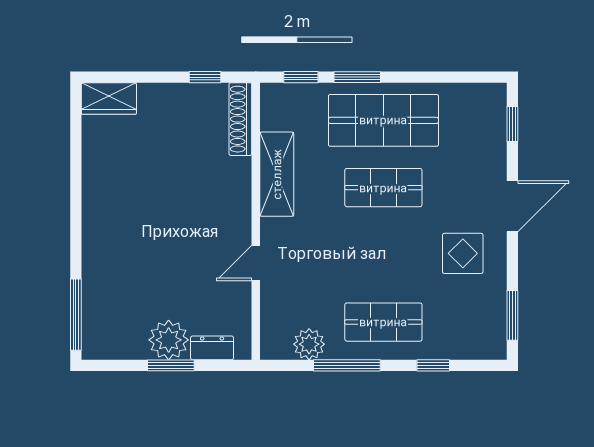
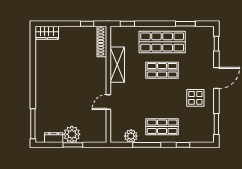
window: (357, 77) -> (185, 24), moved
dresser: (212, 348) -> (54, 138), moved

